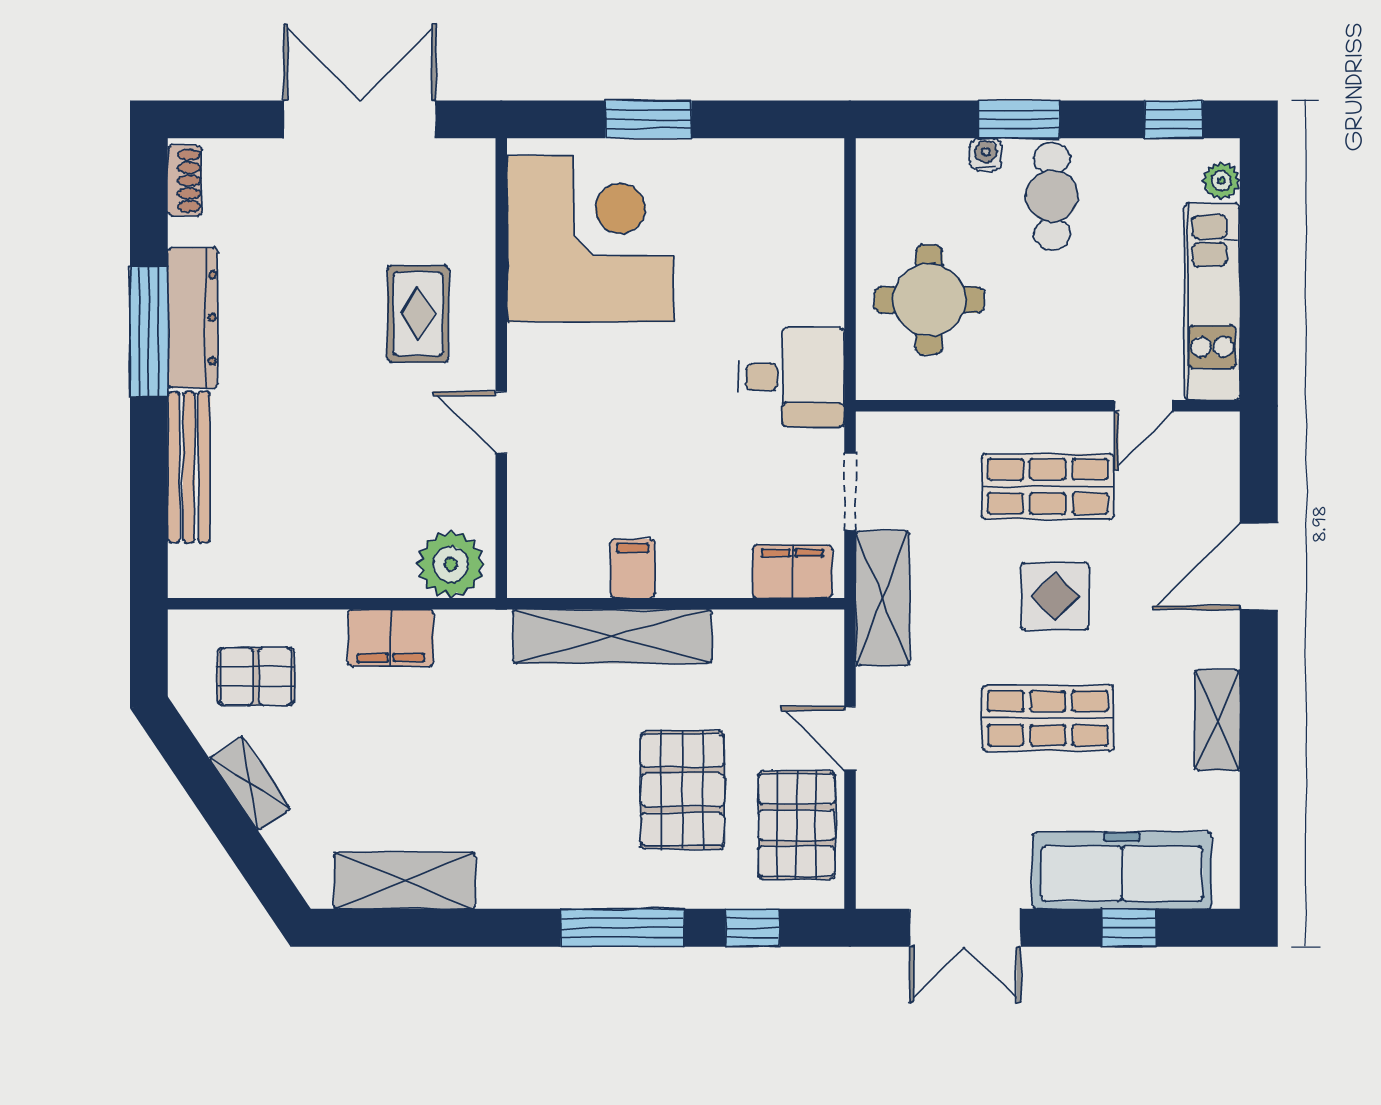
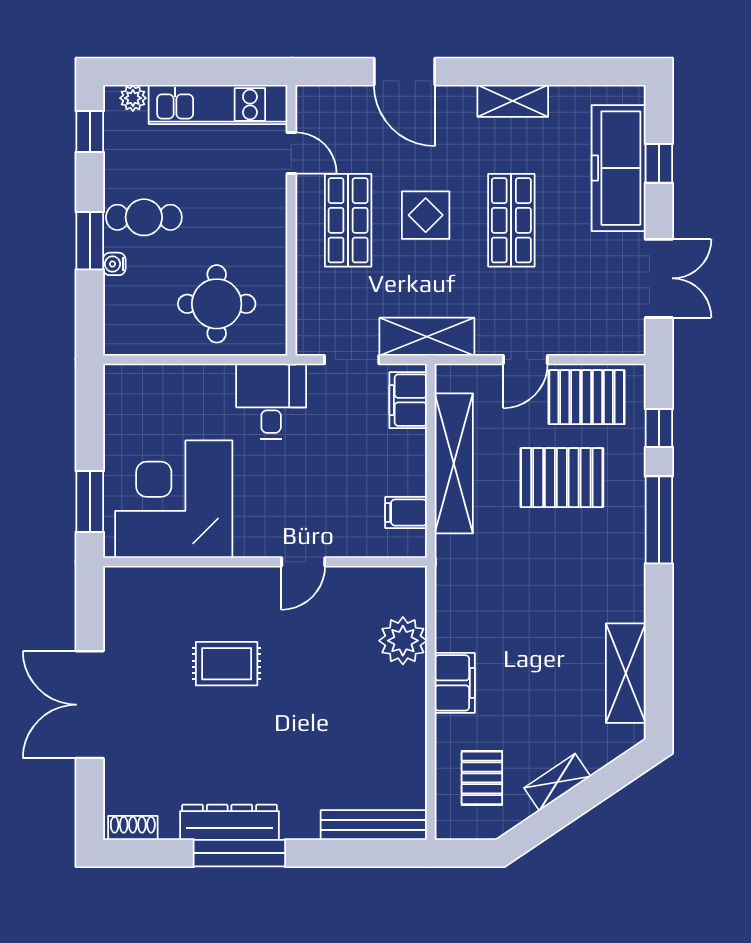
corner desk: (590, 239) -> (174, 499), moved
wall: (501, 368) -> (265, 562), moved
door: (501, 423) -> (303, 562), moved
bench: (189, 467) -> (374, 825), moved
shelving: (612, 636) -> (454, 463), moved

